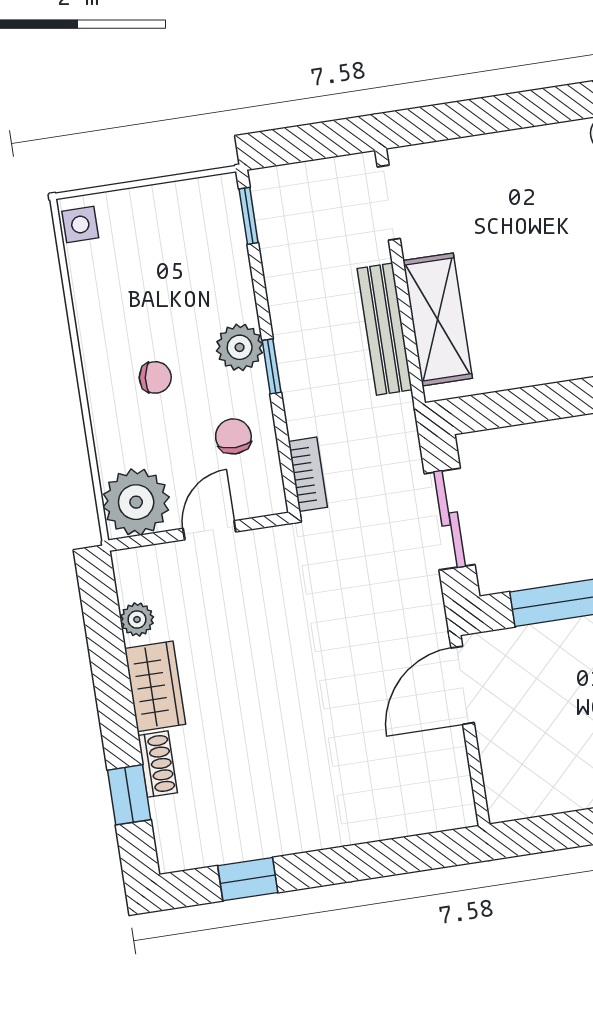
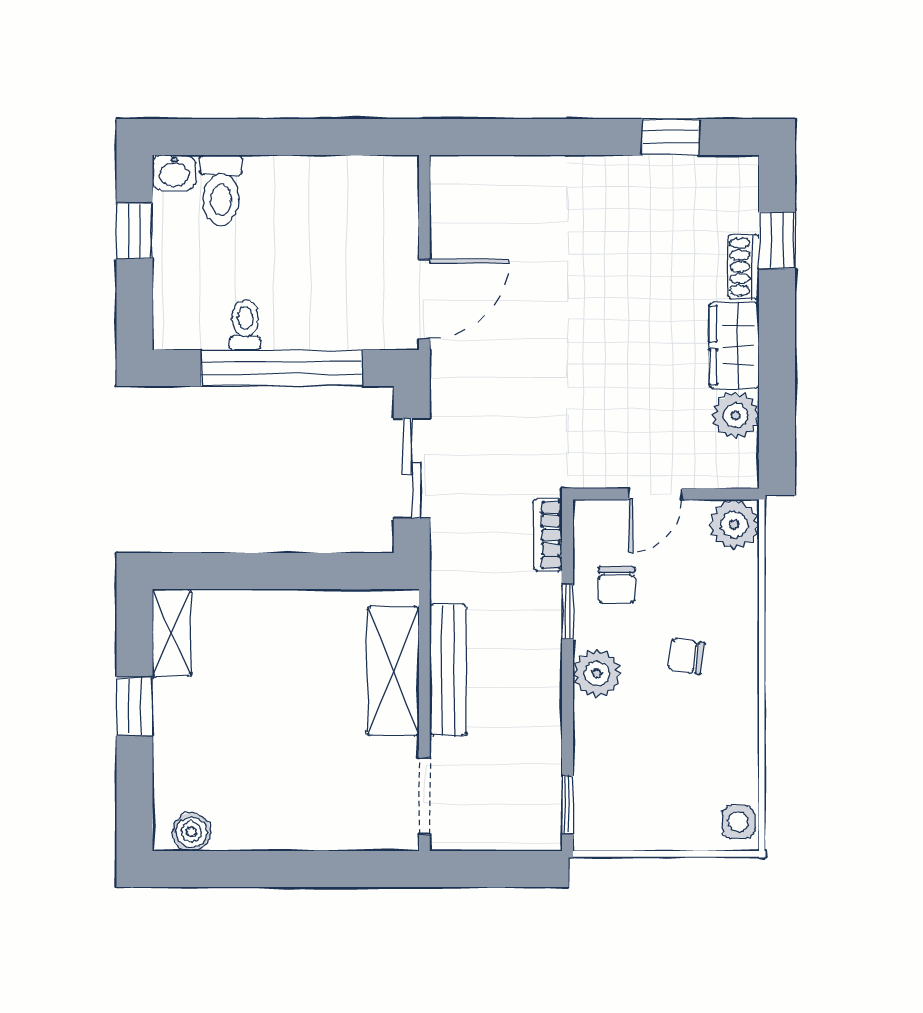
window: (272, 366) -> (568, 612), moved
plant: (136, 502) -> (734, 525), width x0.73, depth x0.73
plant: (137, 619) -> (736, 415), width x1.38, depth x1.38

